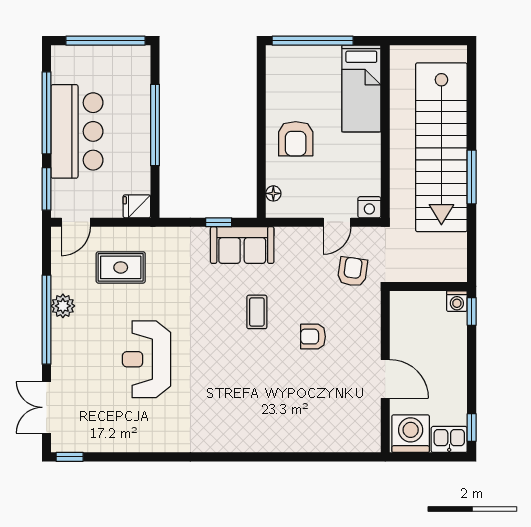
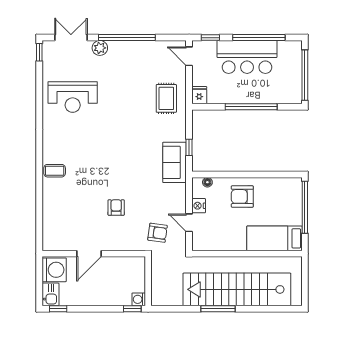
window: (47, 189) -> (210, 38), width x0.67
nightstand: (369, 207) -> (199, 206), moved
rug: (121, 267) -> (166, 98), moved
plant: (63, 306) -> (100, 48), moved
coffee table: (257, 312) -> (55, 171), moved
reception desk: (147, 359) -> (73, 97), moved, turned 180

